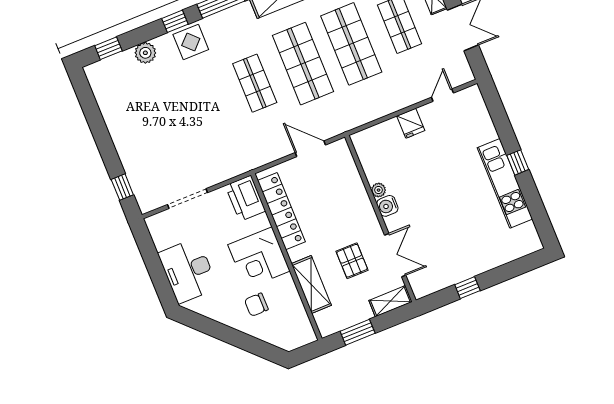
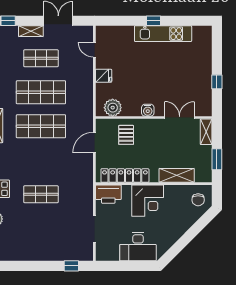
shop shelf: (255, 83) -> (41, 194), moved
plant: (379, 190) -> (113, 108), moved, width x1.88, depth x1.88
pallet: (352, 261) -> (126, 135), moved, turned 90
chair: (256, 305) -> (198, 200), moved

